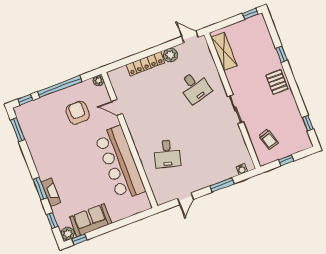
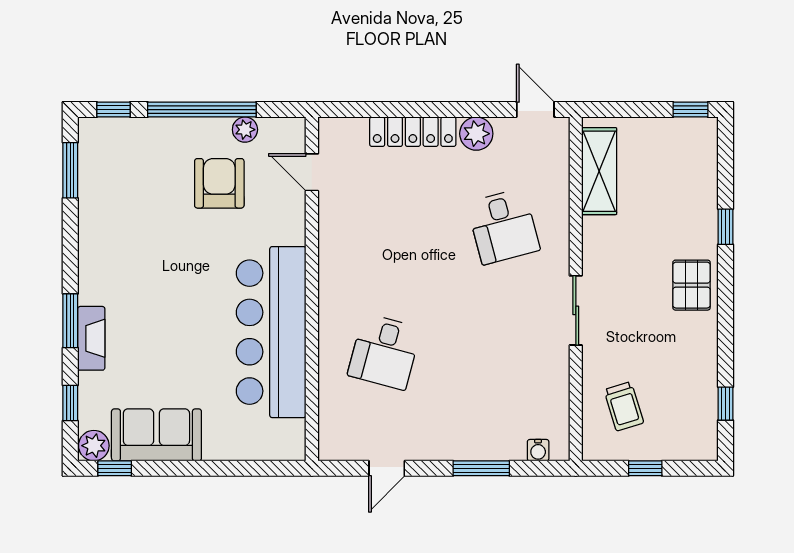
plant: (98, 81) -> (245, 130), moved
door: (117, 108) -> (312, 172), moved

